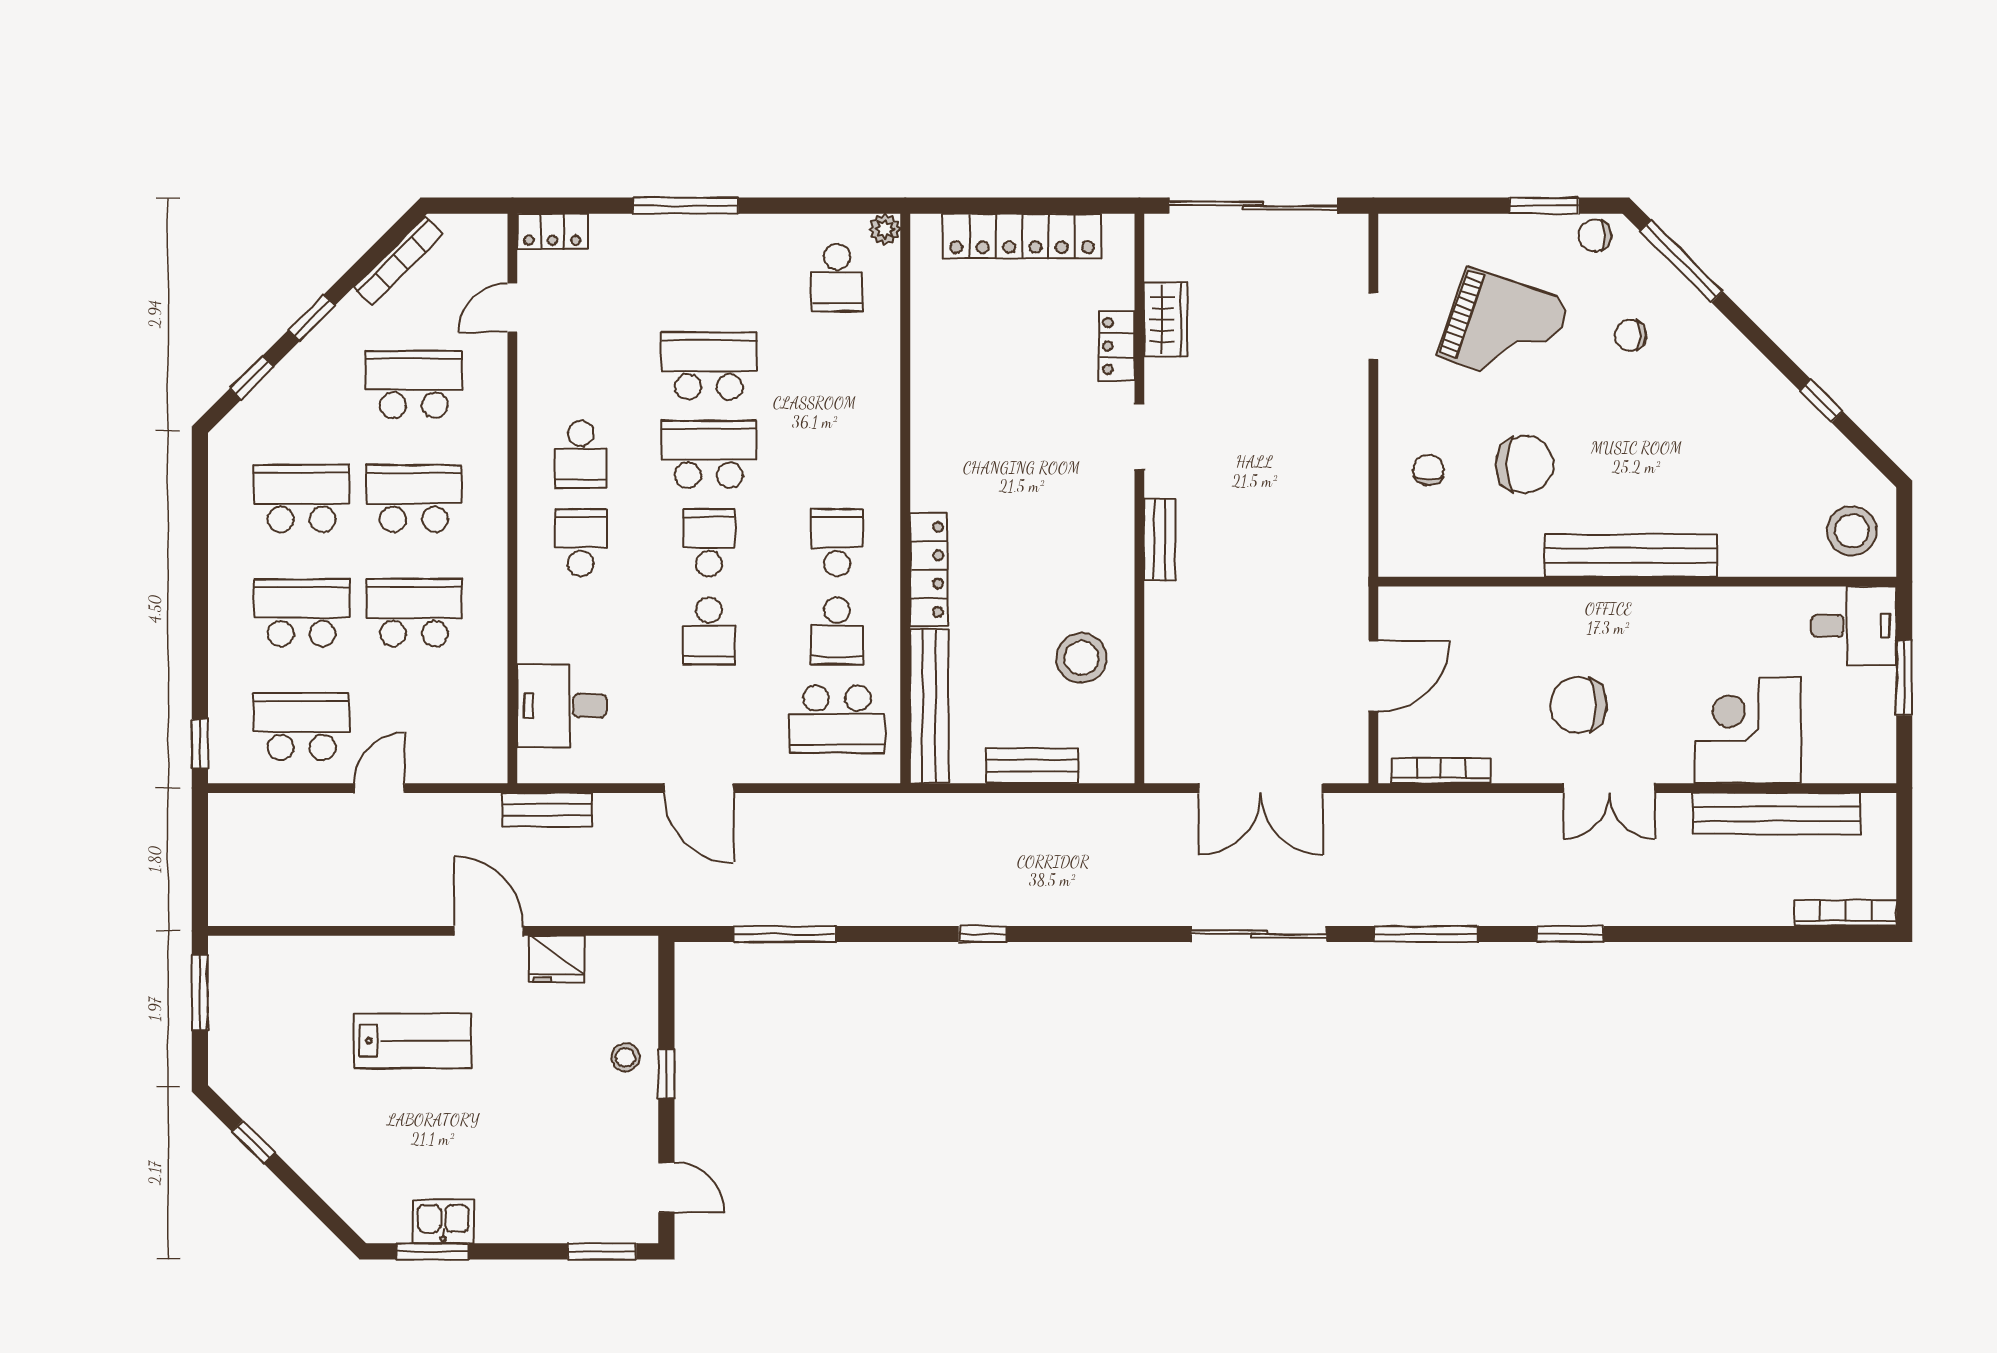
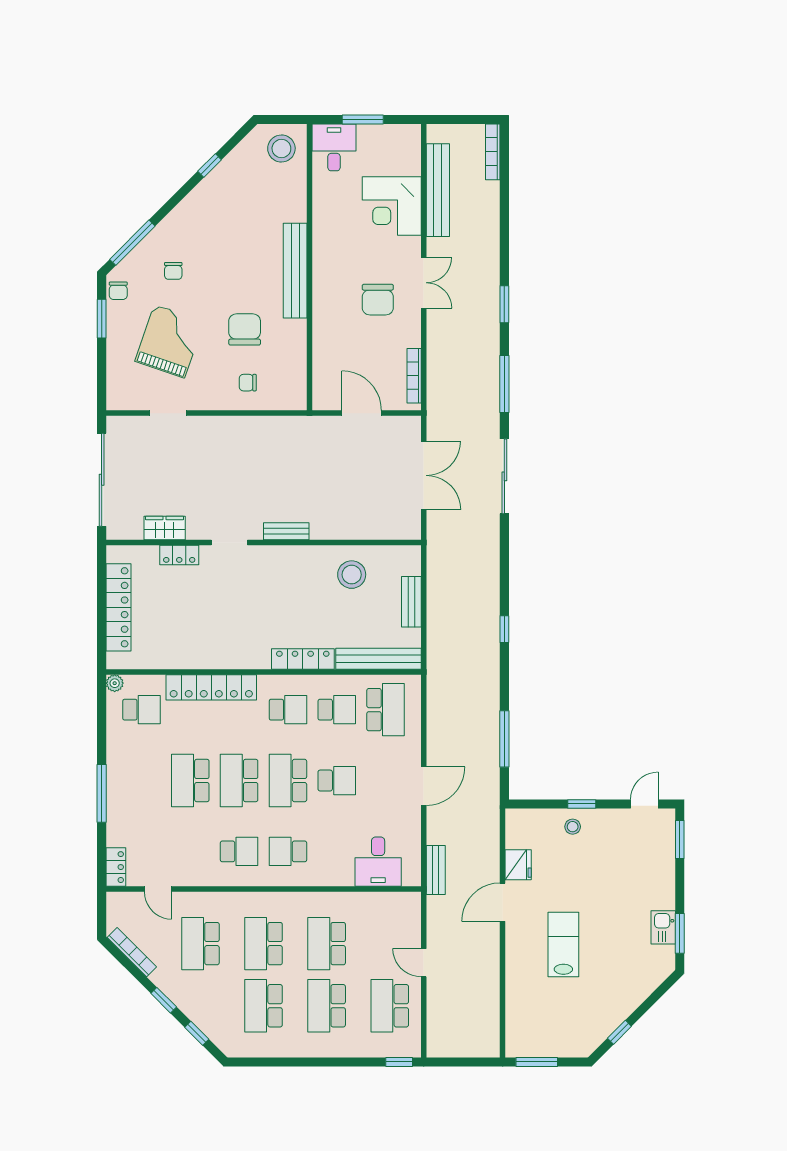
locker: (877, 404) -> (211, 687), added
school desk: (709, 543) -> (288, 781), width x1.85
school desk: (837, 543) -> (288, 710), turned 180

